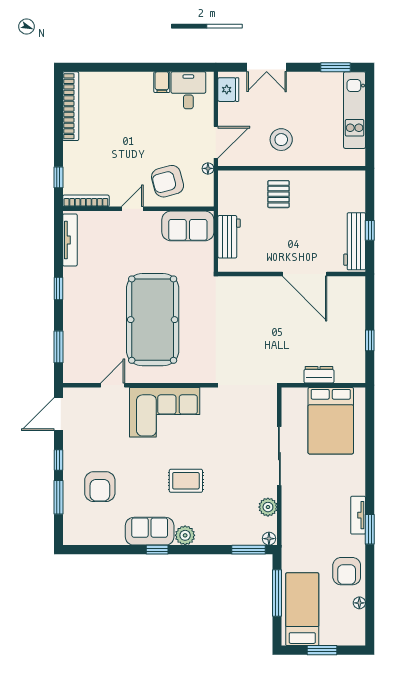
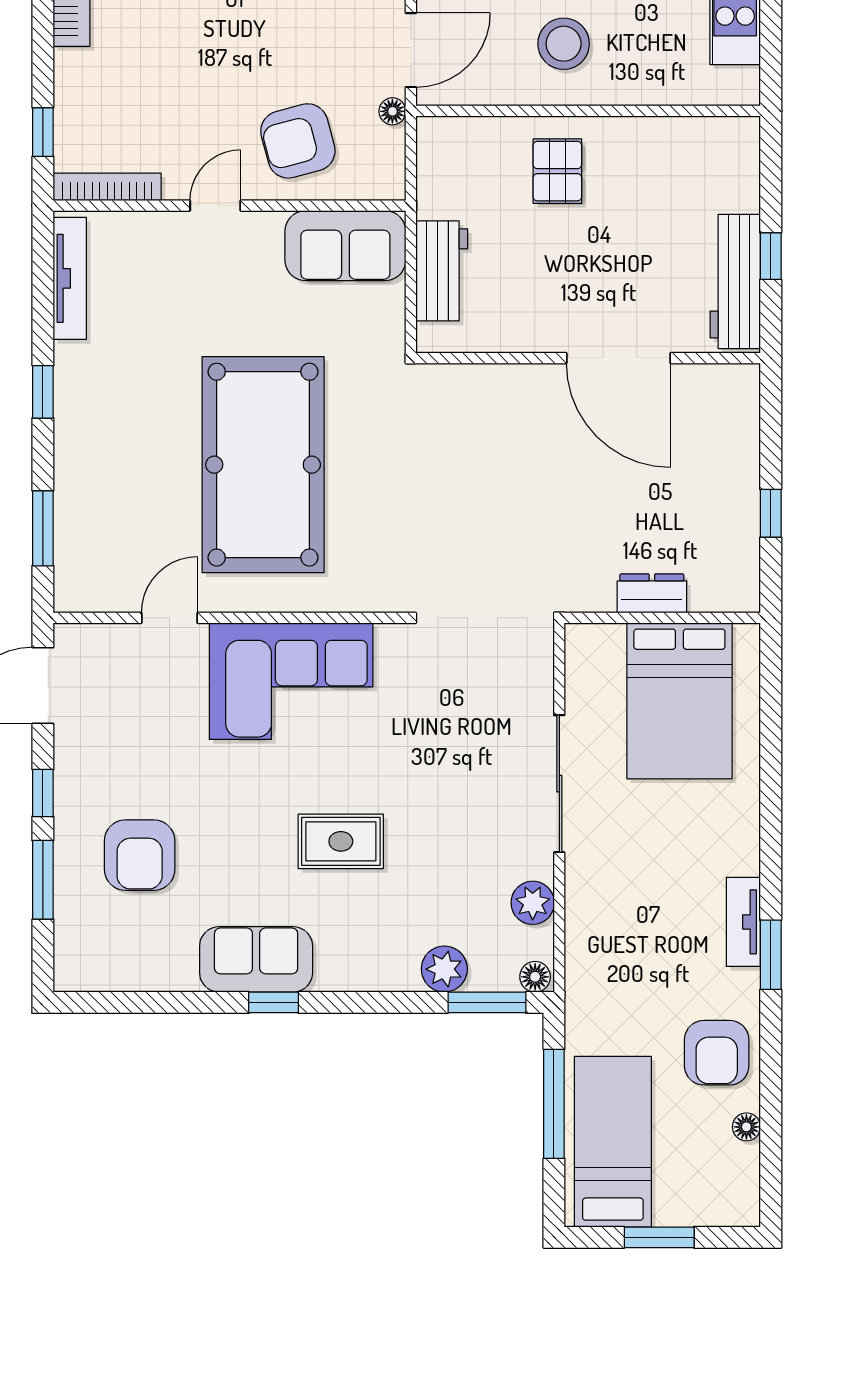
plant: (185, 535) -> (444, 969), moved

